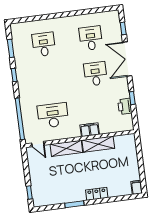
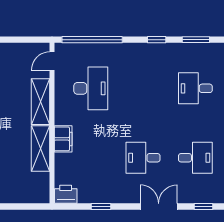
desk: (44, 44) -> (195, 88), turned 180
double door: (127, 59) -> (159, 206), width x0.73
desk: (95, 74) -> (143, 158), turned 180
printer: (125, 106) -> (66, 194), moved

